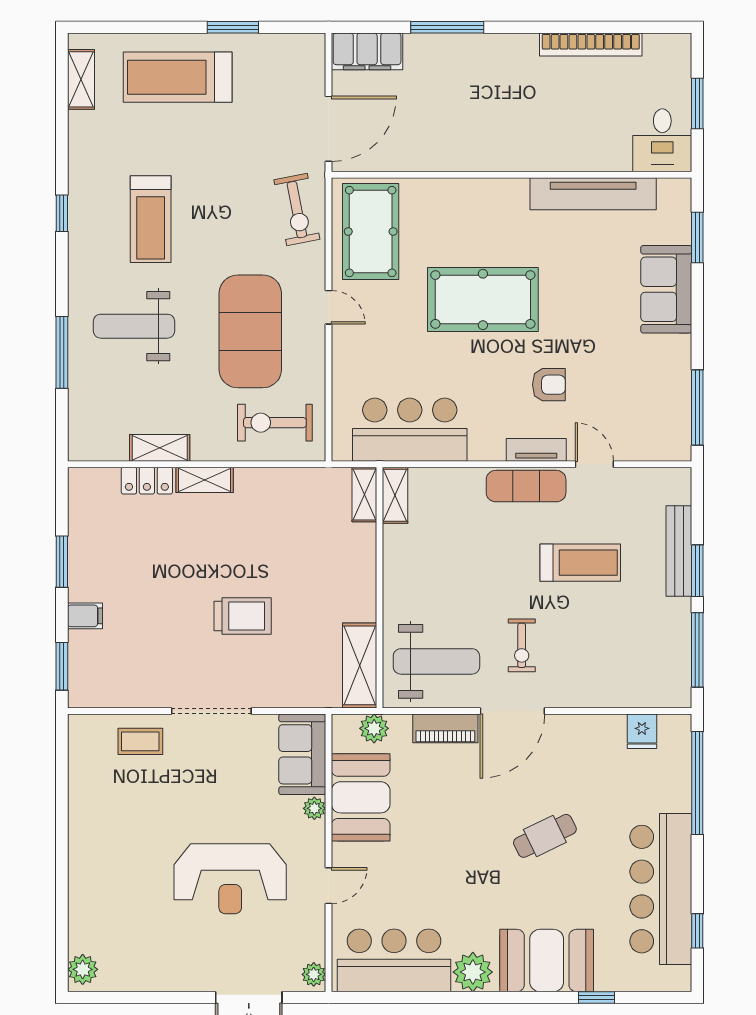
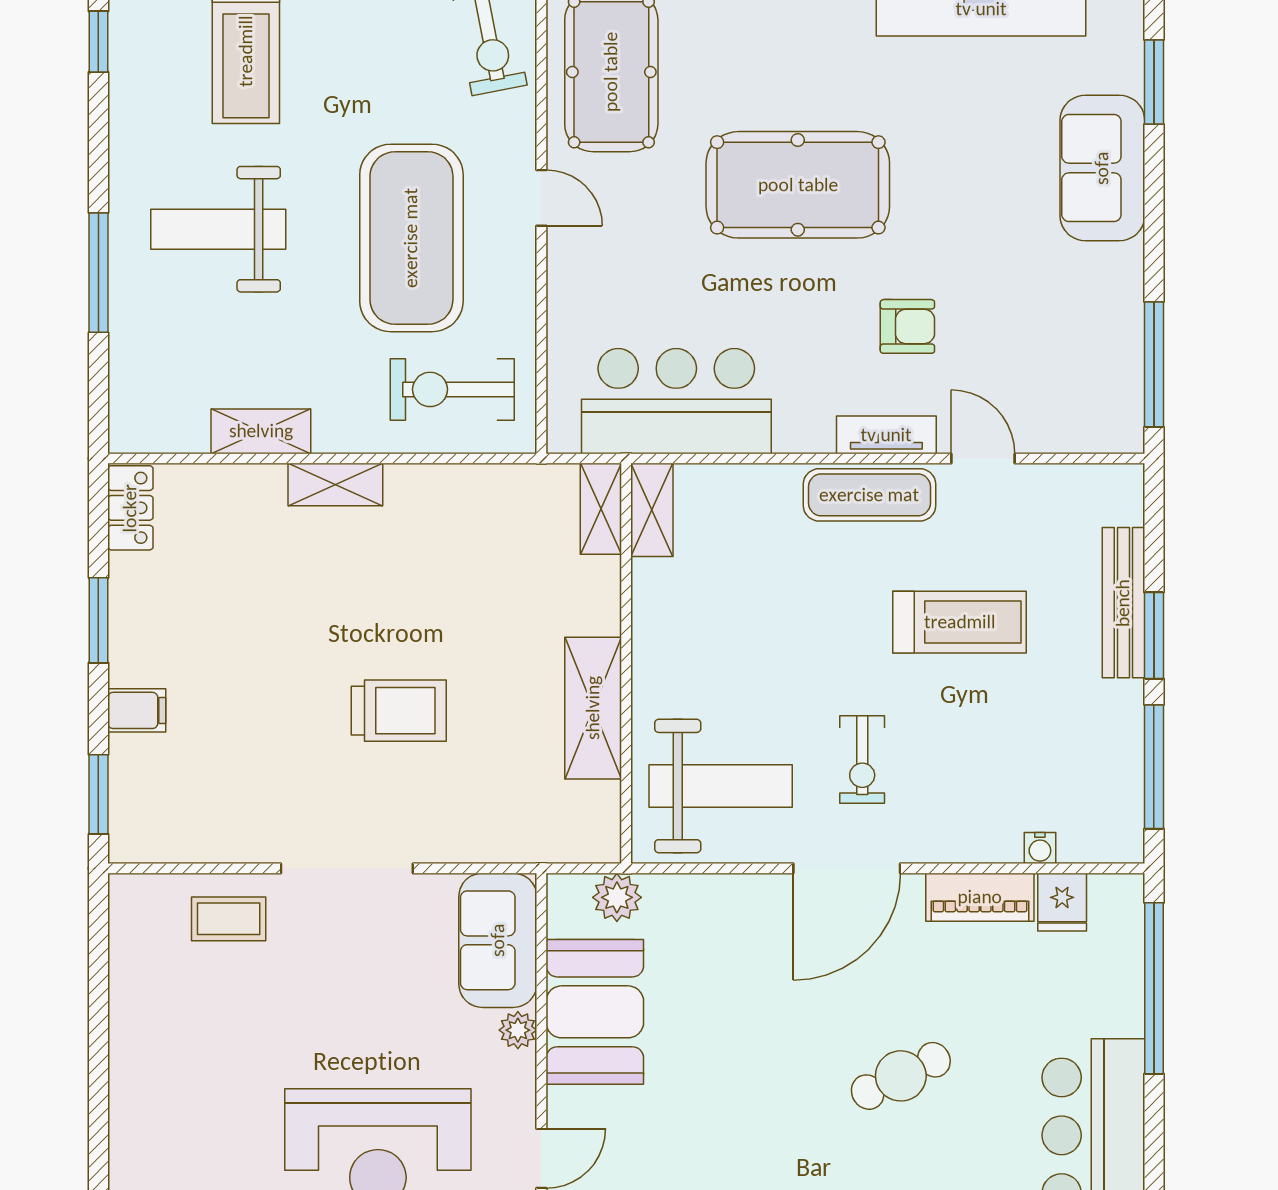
locker: (147, 481) -> (130, 508), moved, turned -90
shelving: (360, 665) -> (593, 708), moved
water cooler: (629, 699) -> (1040, 848), added
piano: (445, 728) -> (980, 897), moved

